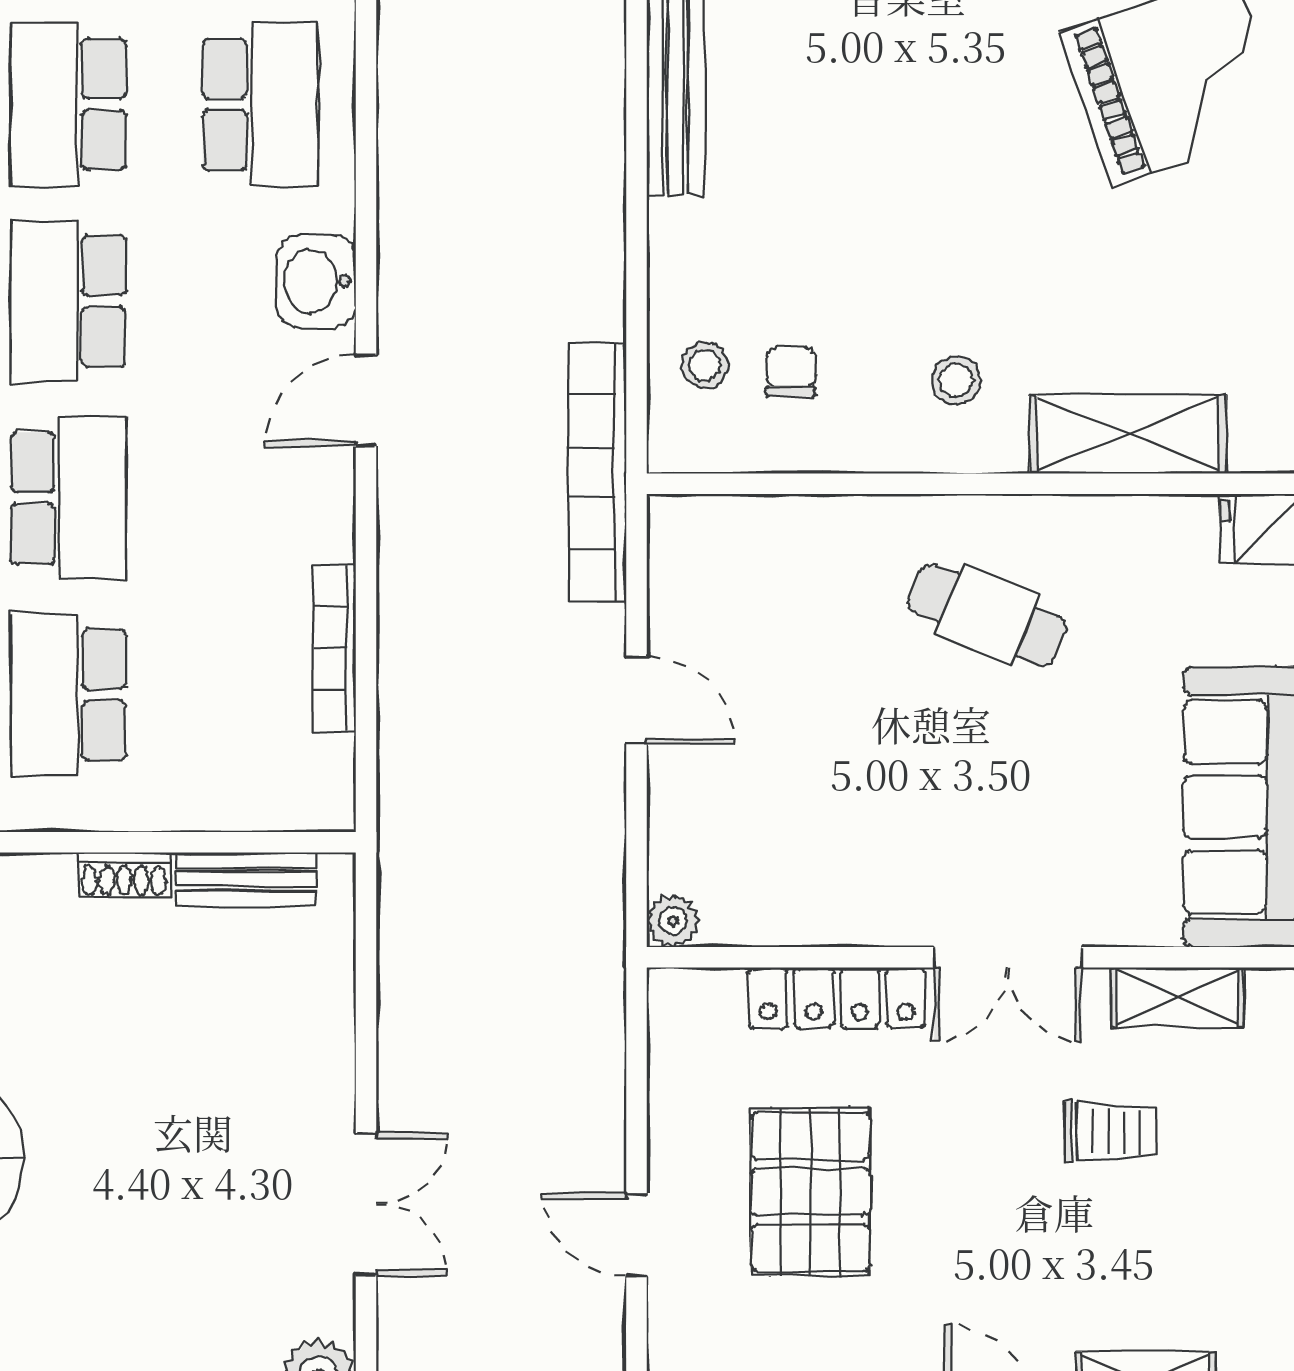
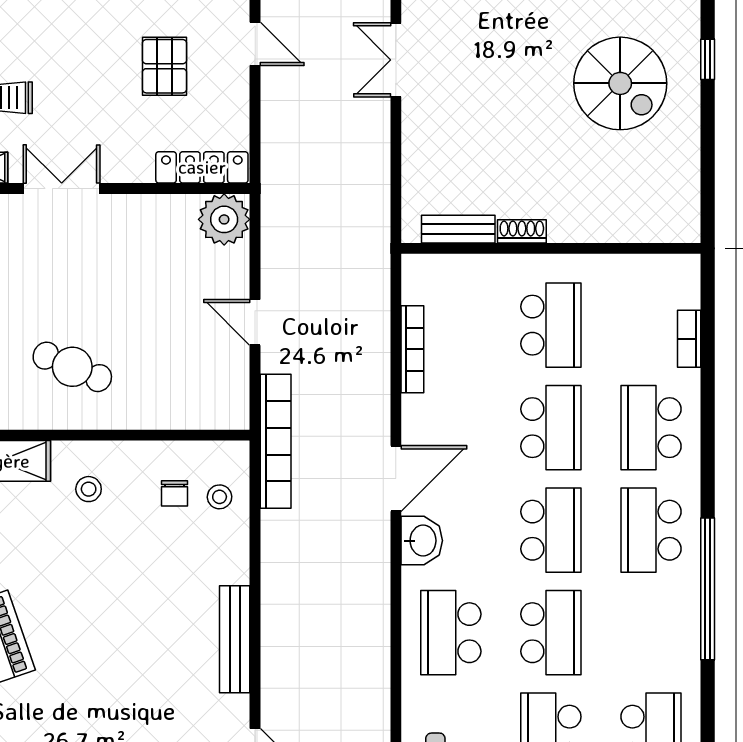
door: (366, 400) -> (396, 478), width x1.38
school desk: (68, 498) -> (551, 428), turned 180
plant: (673, 921) -> (224, 219), width x1.87, depth x1.87
locker: (837, 998) -> (202, 167), moved
pallet: (810, 1192) -> (164, 66), width x0.67, depth x0.71

